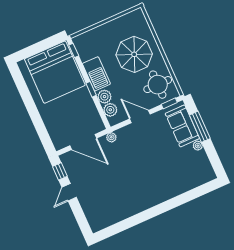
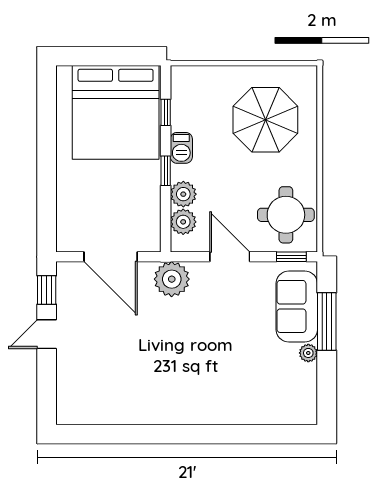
window: (74, 50) -> (166, 112), moved
parasol: (134, 54) -> (265, 120), moved
barbecue: (96, 74) -> (181, 148), width x0.53, depth x0.65
plant: (111, 137) -> (172, 279), width x1.87, depth x1.87

